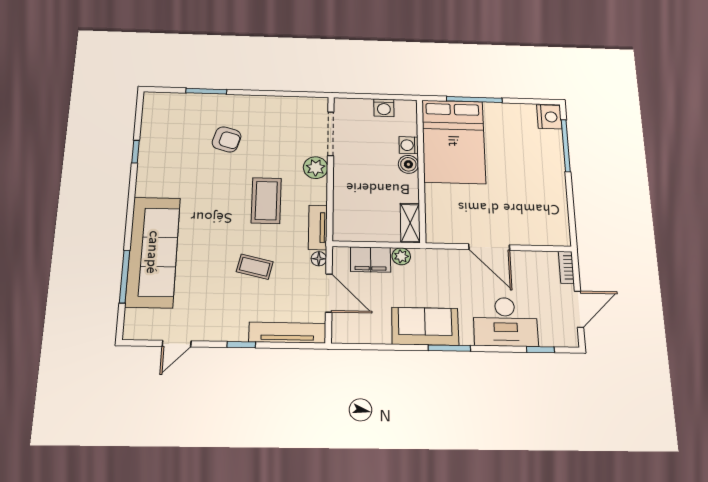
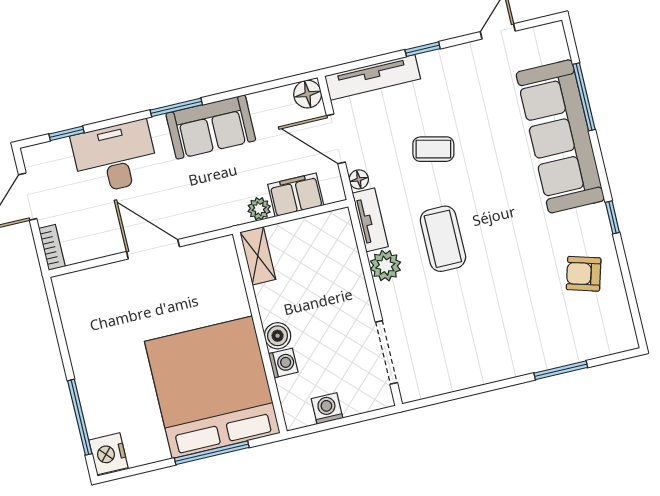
armchair: (227, 139) -> (584, 274), moved
bed: (453, 141) -> (212, 387), width x1.36
window: (136, 152) -> (612, 217), moved
plant: (316, 168) -> (385, 266), moved
floor lamp: (342, 333) -> (308, 94), added

